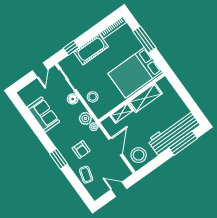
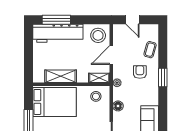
stool: (93, 97) -> (96, 96), moved
floor lamp: (73, 99) -> (118, 106), moved
shelving: (122, 113) -> (99, 78), moved
plant: (85, 118) -> (119, 94), removed

